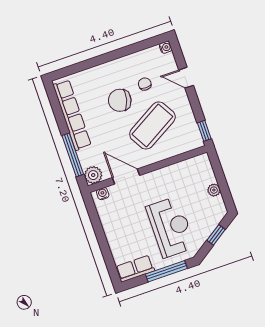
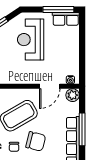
window: (73, 155) -> (82, 129), moved
door: (126, 176) -> (50, 86), hinge flipped
window: (166, 271) -> (58, 10), moved

